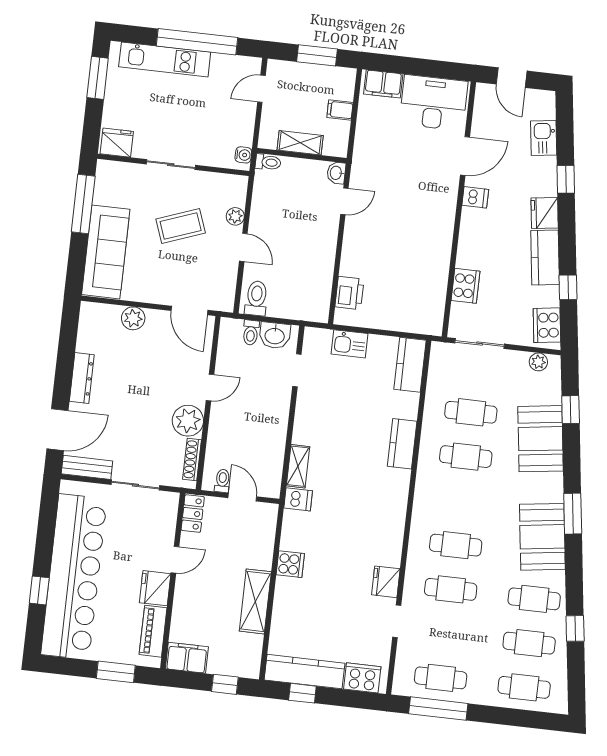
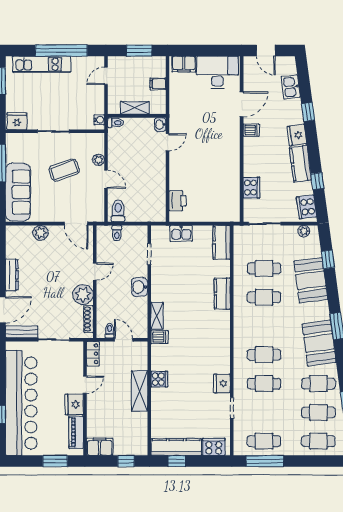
washbasin: (275, 335) -> (140, 287), moved, turned 90
shelving: (255, 601) -> (140, 391), moved

